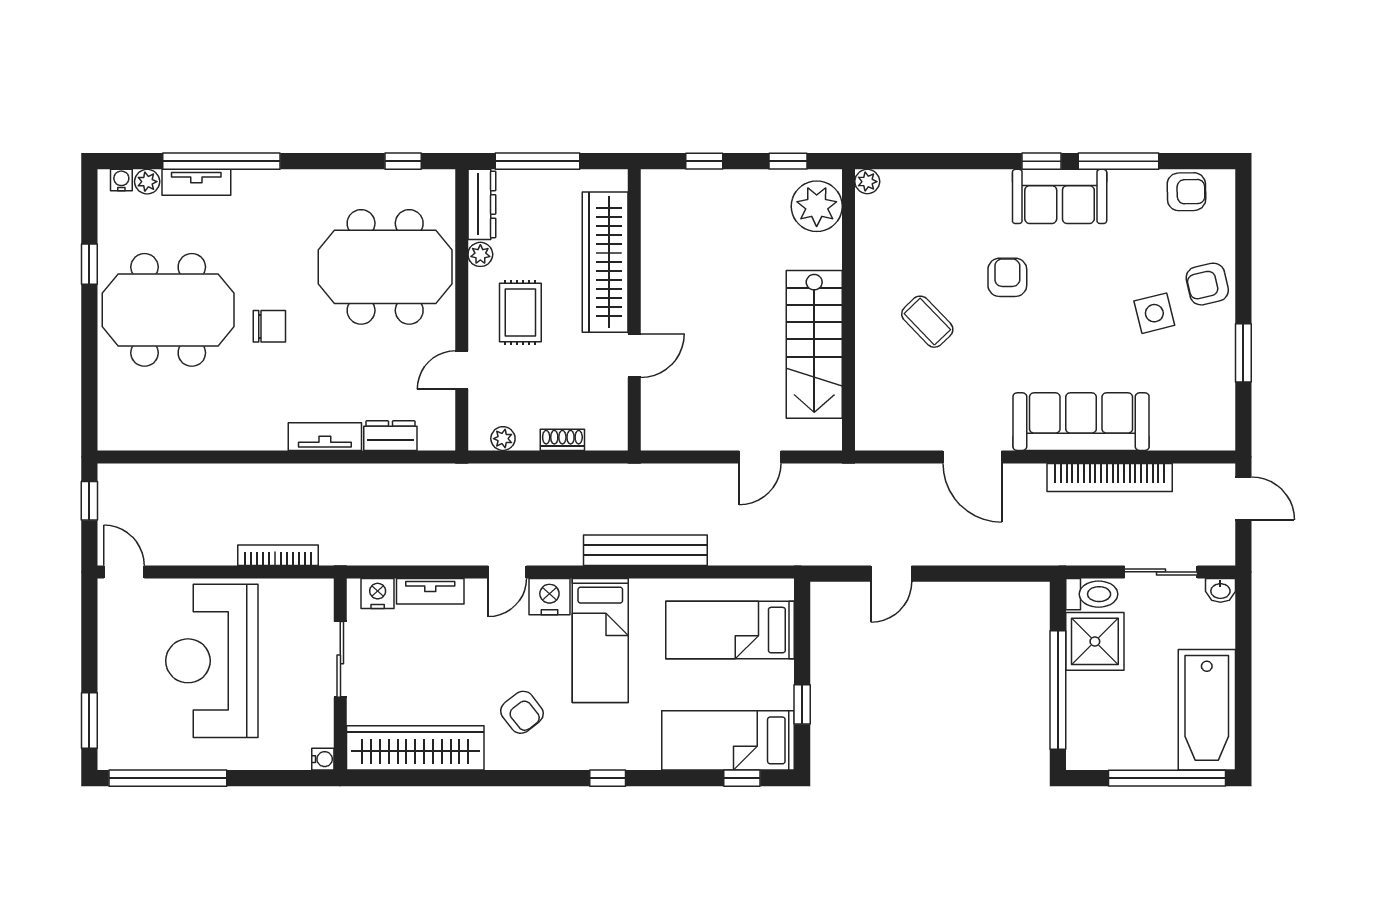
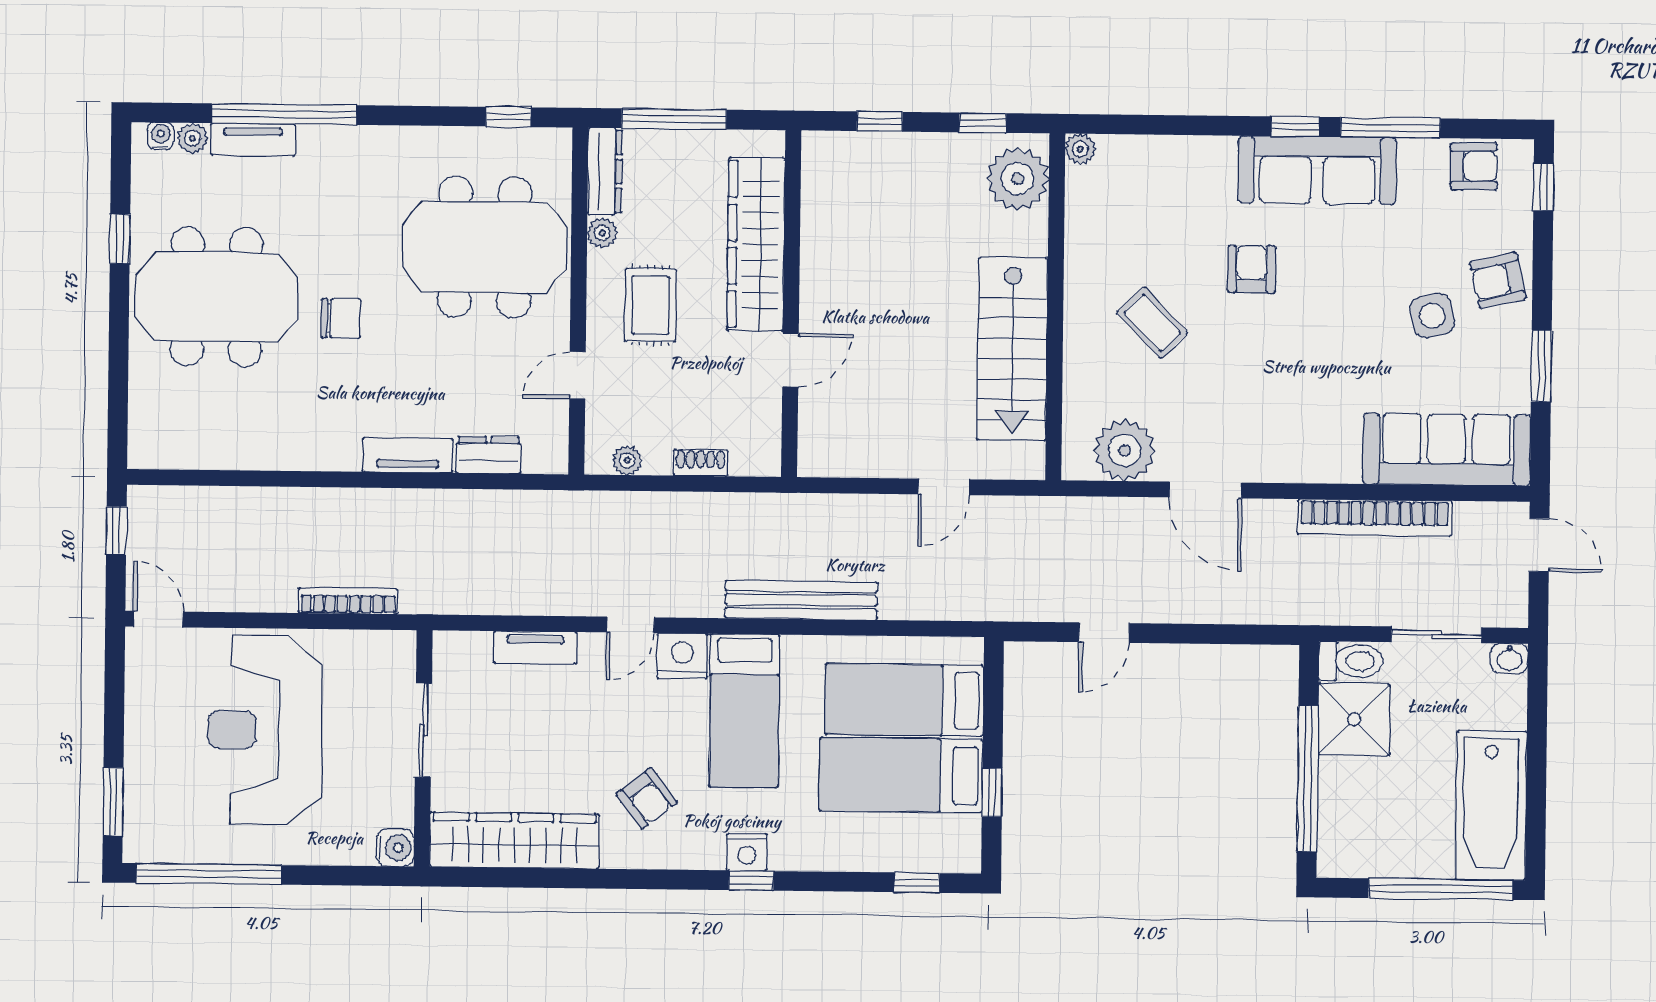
sofa: (1060, 196) -> (1317, 170), width x1.36
window: (1243, 208) -> (1543, 187), added
sofa: (1081, 422) -> (1447, 449), moved
plant: (906, 426) -> (1125, 450), added
nightstand: (378, 593) -> (747, 852), moved, turned 180
bed: (728, 740) -> (901, 775), moved
water cooler: (323, 759) -> (395, 848), width x1.38, depth x1.38

